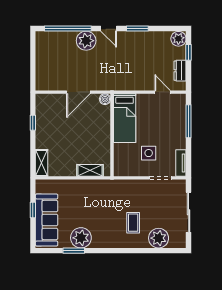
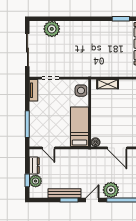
door: (109, 28) -> (92, 200), hinge flipped
bench: (143, 37) -> (64, 193), added
plant: (178, 39) -> (36, 181), moved
door: (78, 92) -> (117, 148), swing flipped
side table: (149, 153) -> (81, 91), moved
coffee table: (133, 223) -> (73, 41), removed
plant: (81, 238) -> (115, 29), removed

